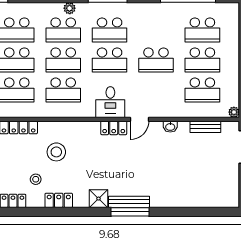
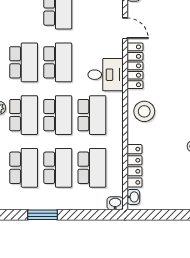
desk: (110, 102) -> (106, 75), moved
locker: (114, 128) -> (135, 66), width x1.53
stool: (56, 152) -> (144, 111), moved

